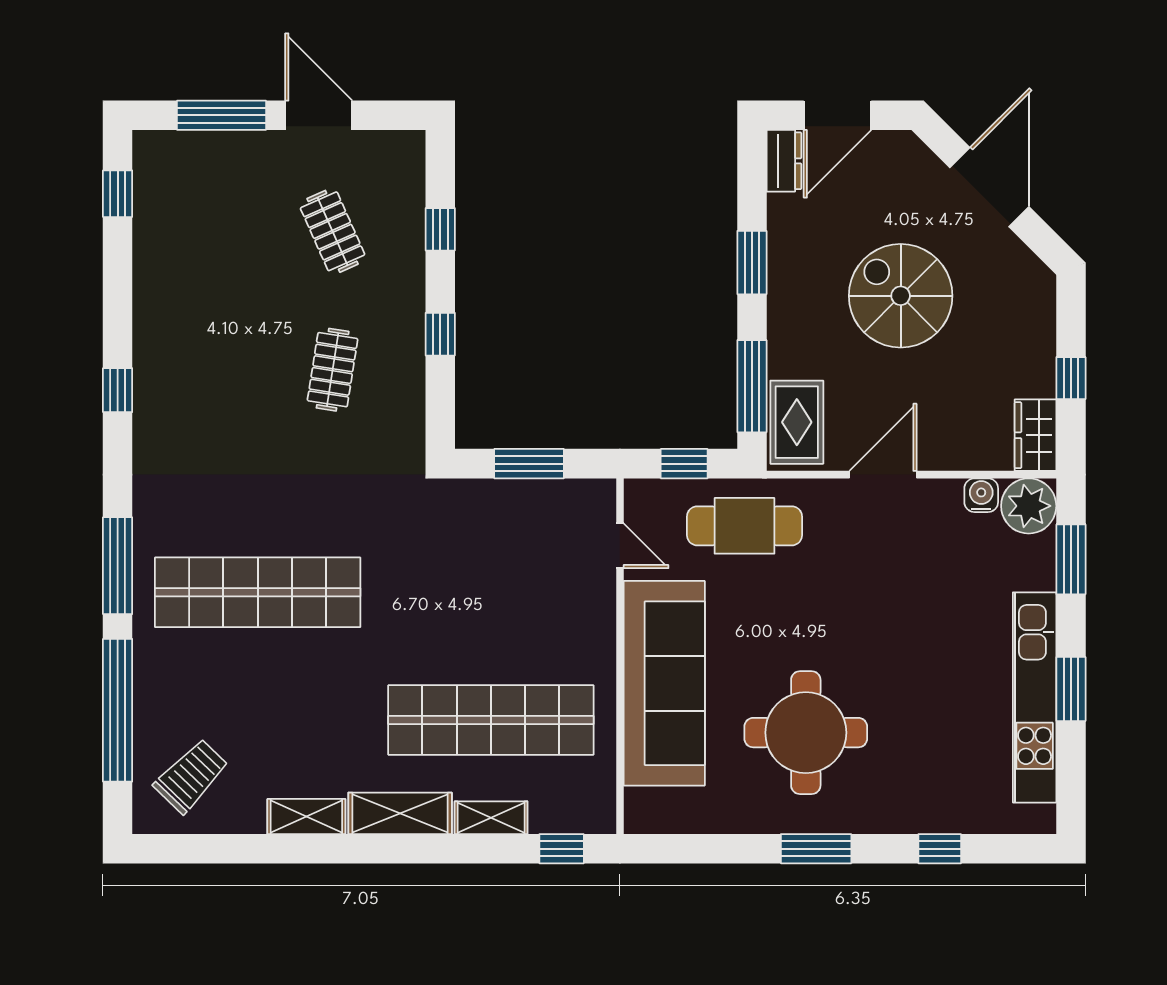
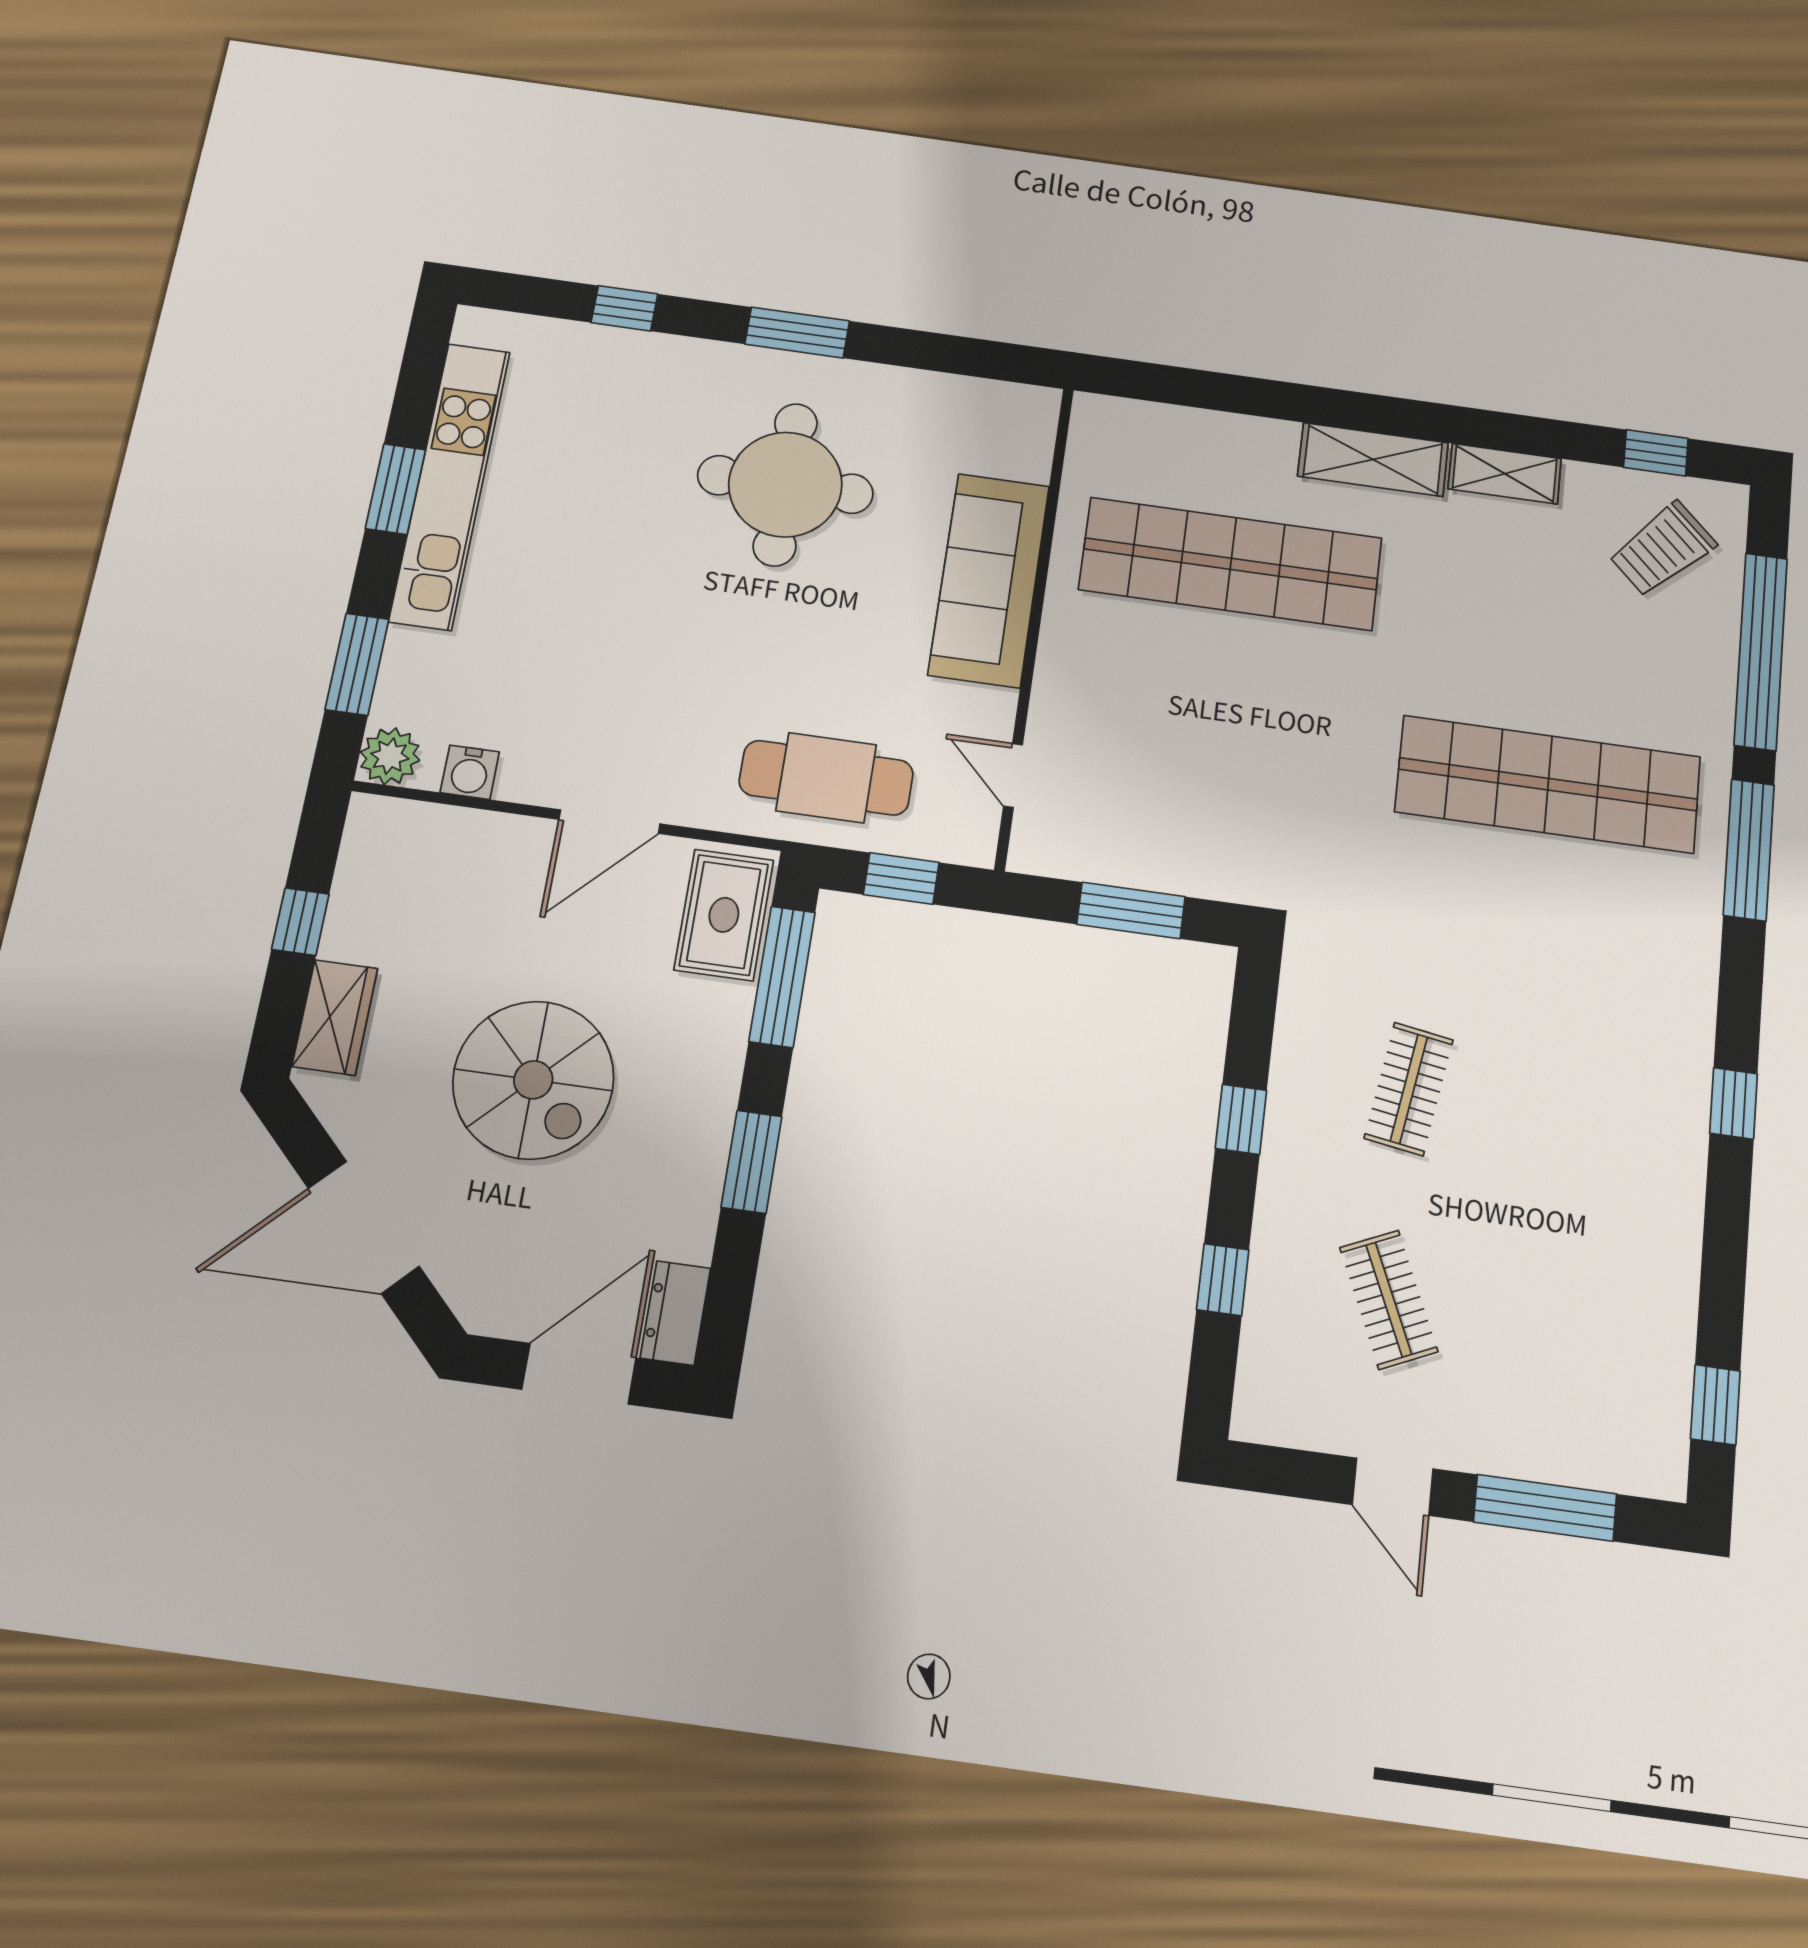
door: (319, 115) -> (1393, 1487), width x0.73
door: (989, 187) -> (364, 1227), hinge flipped
wardrobe: (1035, 435) -> (335, 1017), moved
plant: (1029, 506) -> (390, 756), width x0.73, depth x0.73
sofa: (664, 683) -> (989, 580), width x0.74, depth x0.79
shelving: (491, 818) -> (1246, 436), removed
window: (562, 849) -> (1656, 453), moved

